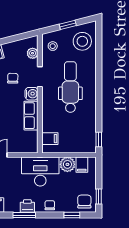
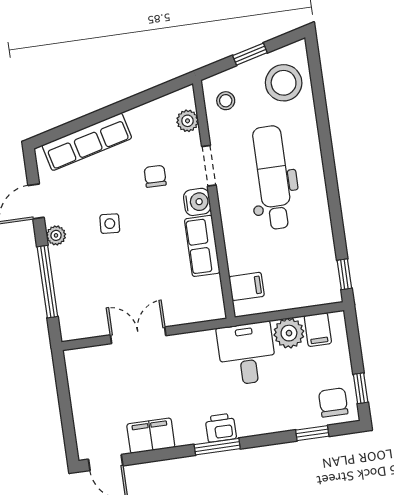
desk: (40, 172) -> (247, 354), width x0.73
chair: (50, 205) -> (265, 420), removed

